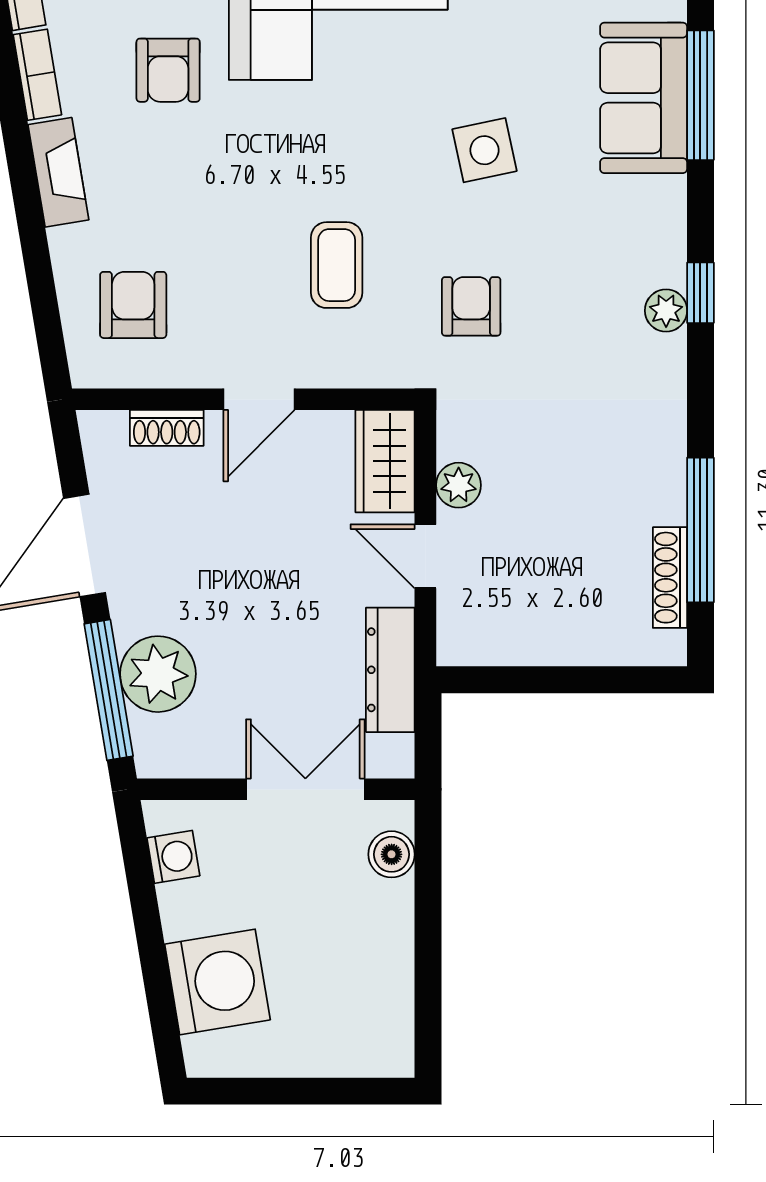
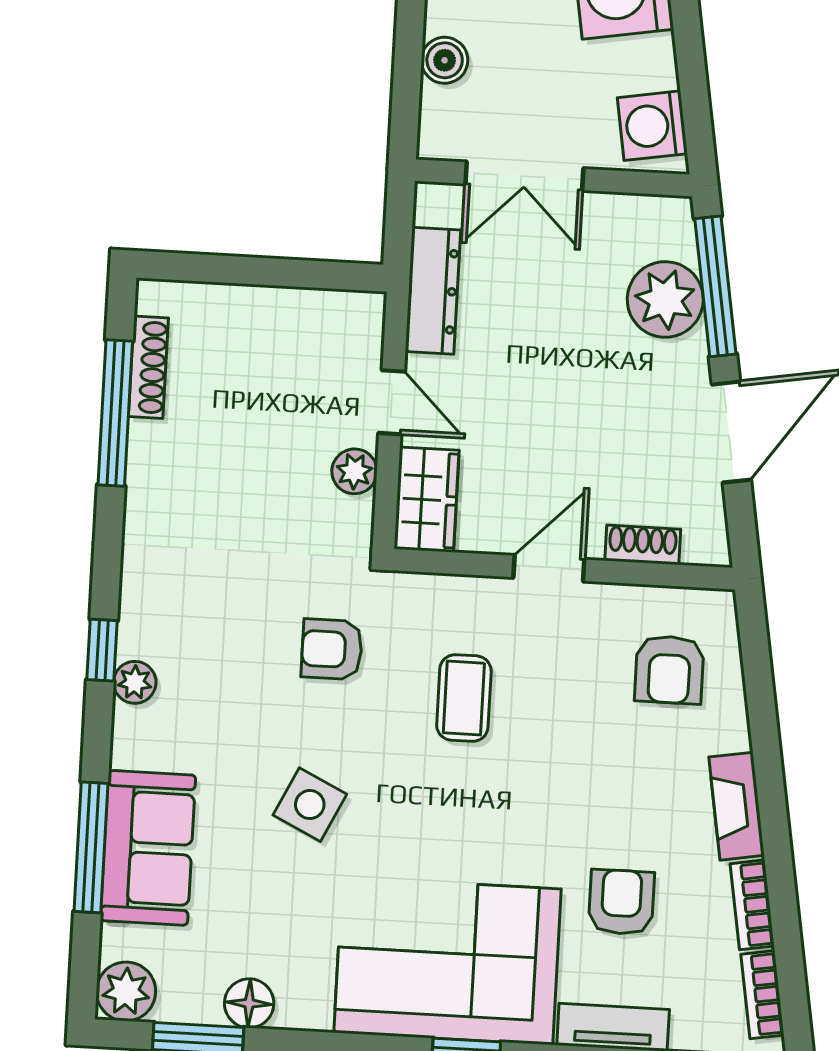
side table: (484, 150) -> (310, 805), turned 38
armchair: (471, 306) -> (332, 649), turned 90
plant: (666, 311) -> (135, 682), moved
boiler: (392, 854) -> (445, 60), moved
washing machine: (173, 857) -> (652, 126), width x1.38, depth x1.38

